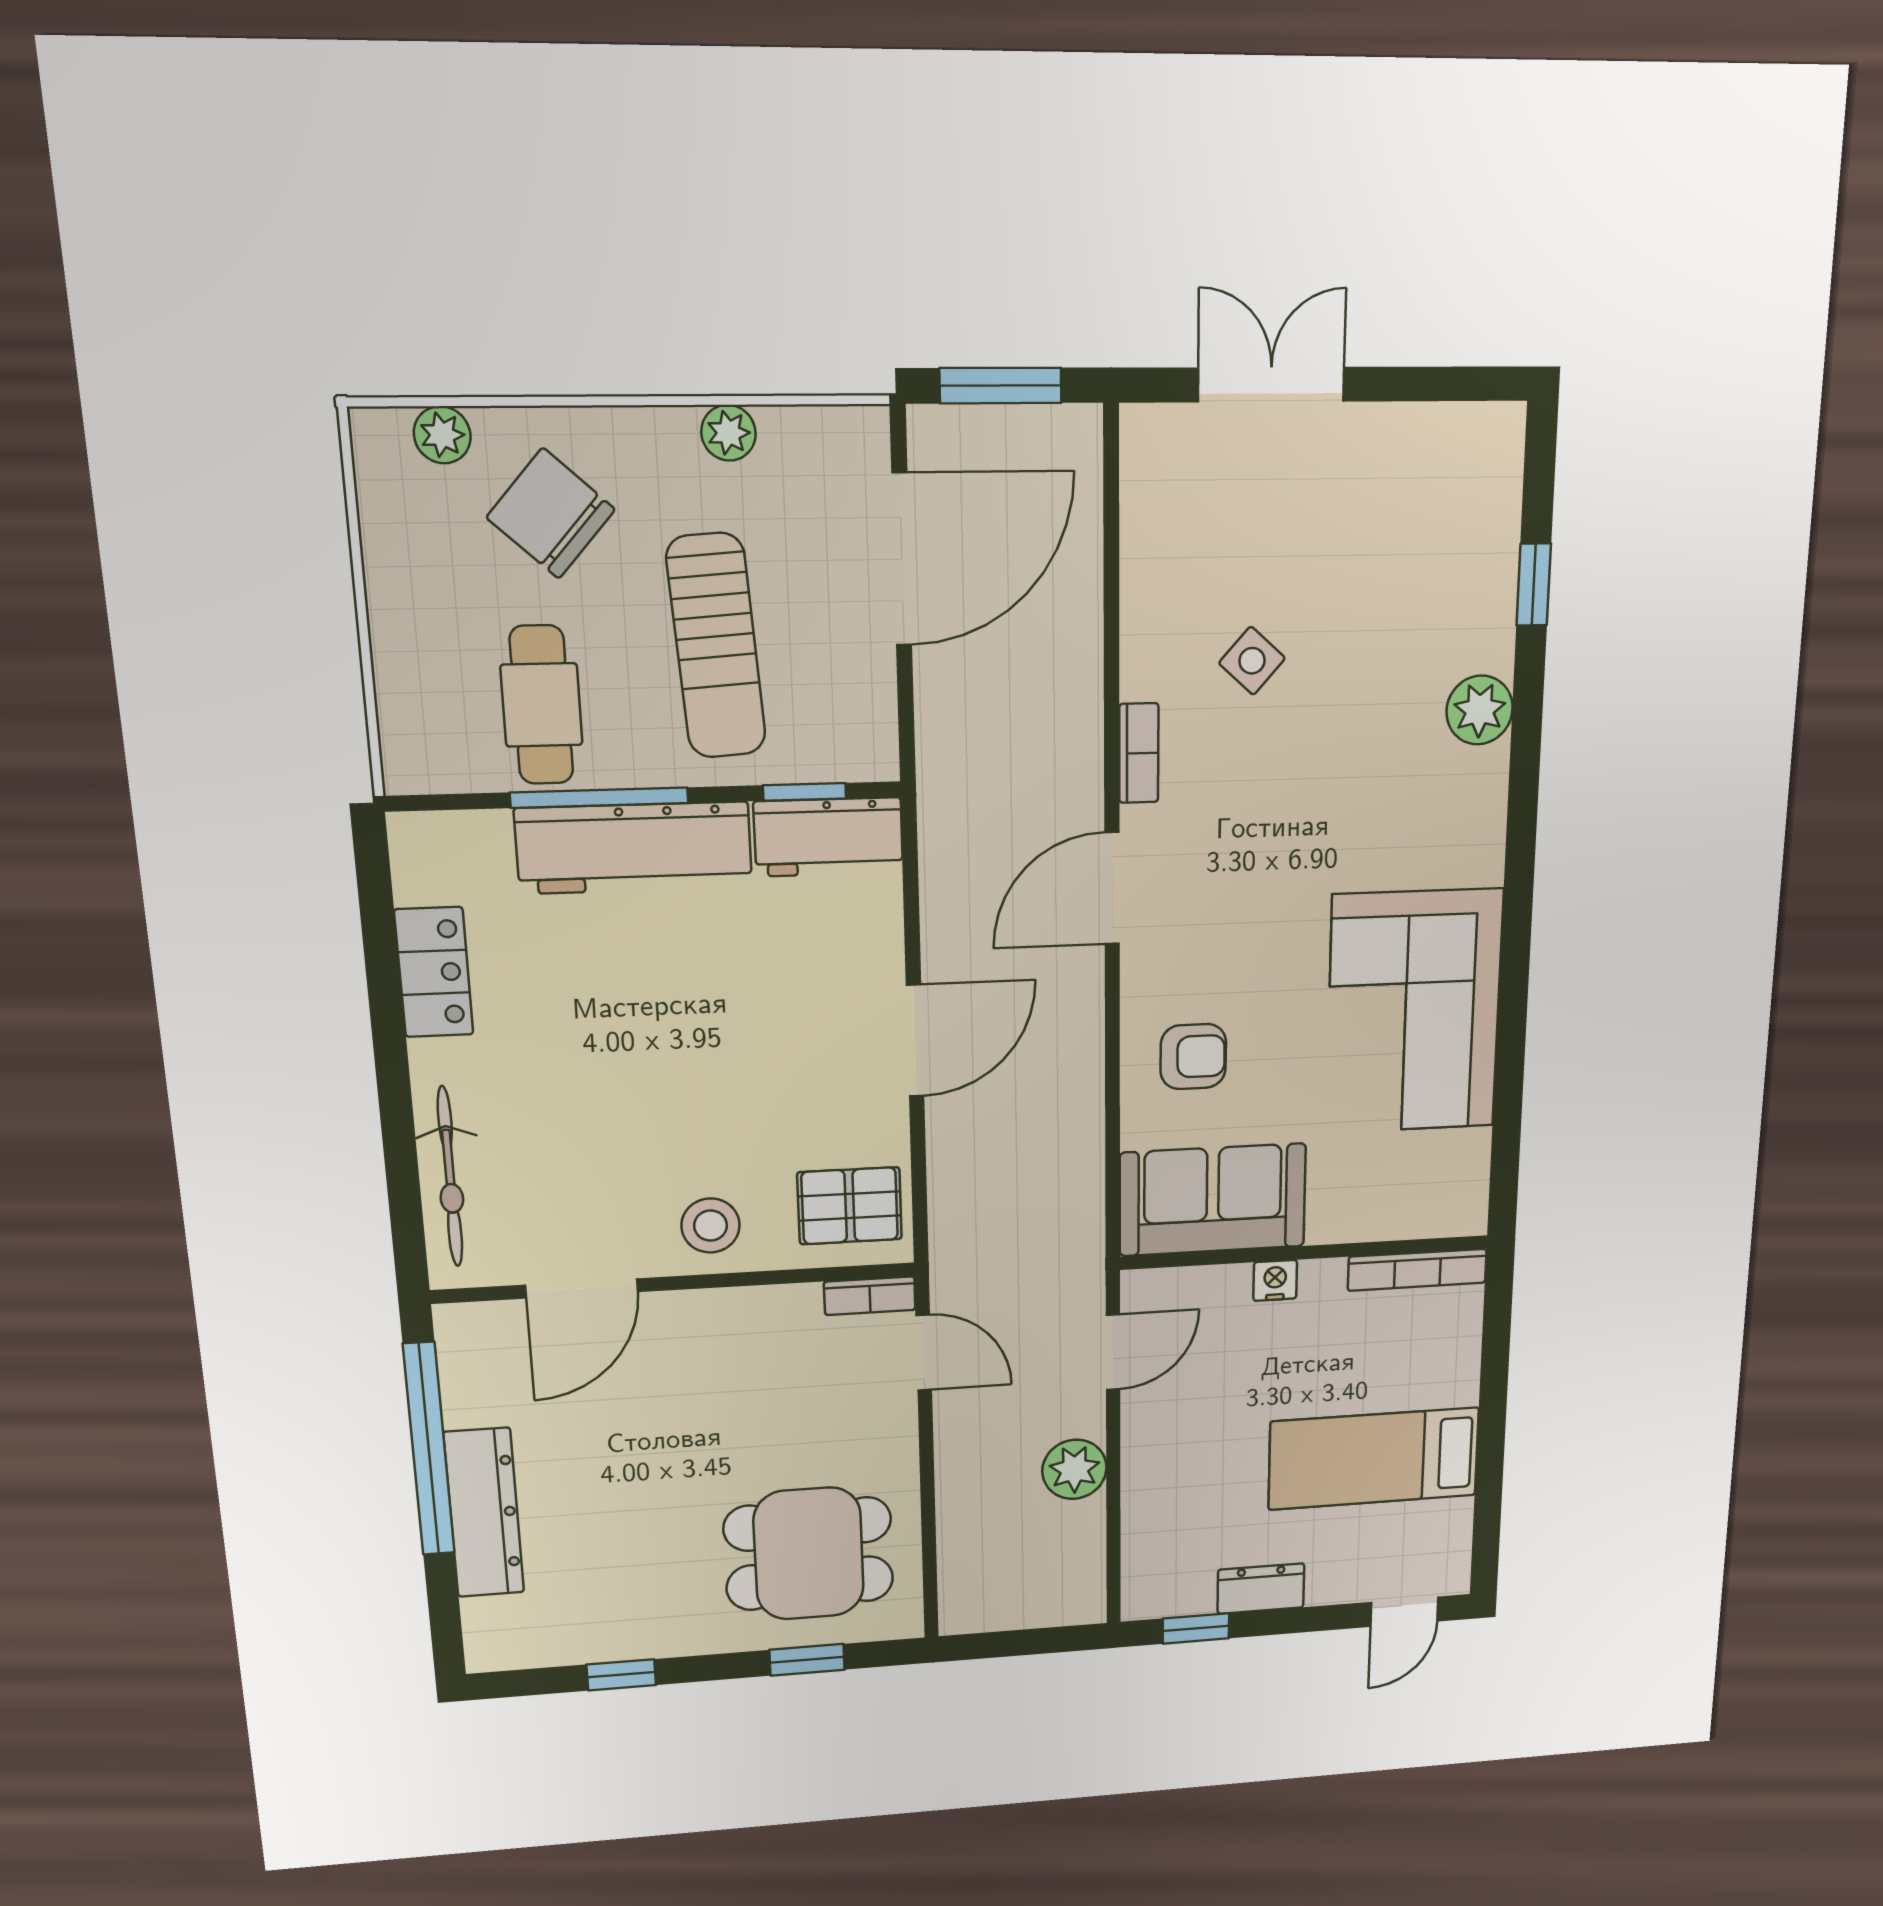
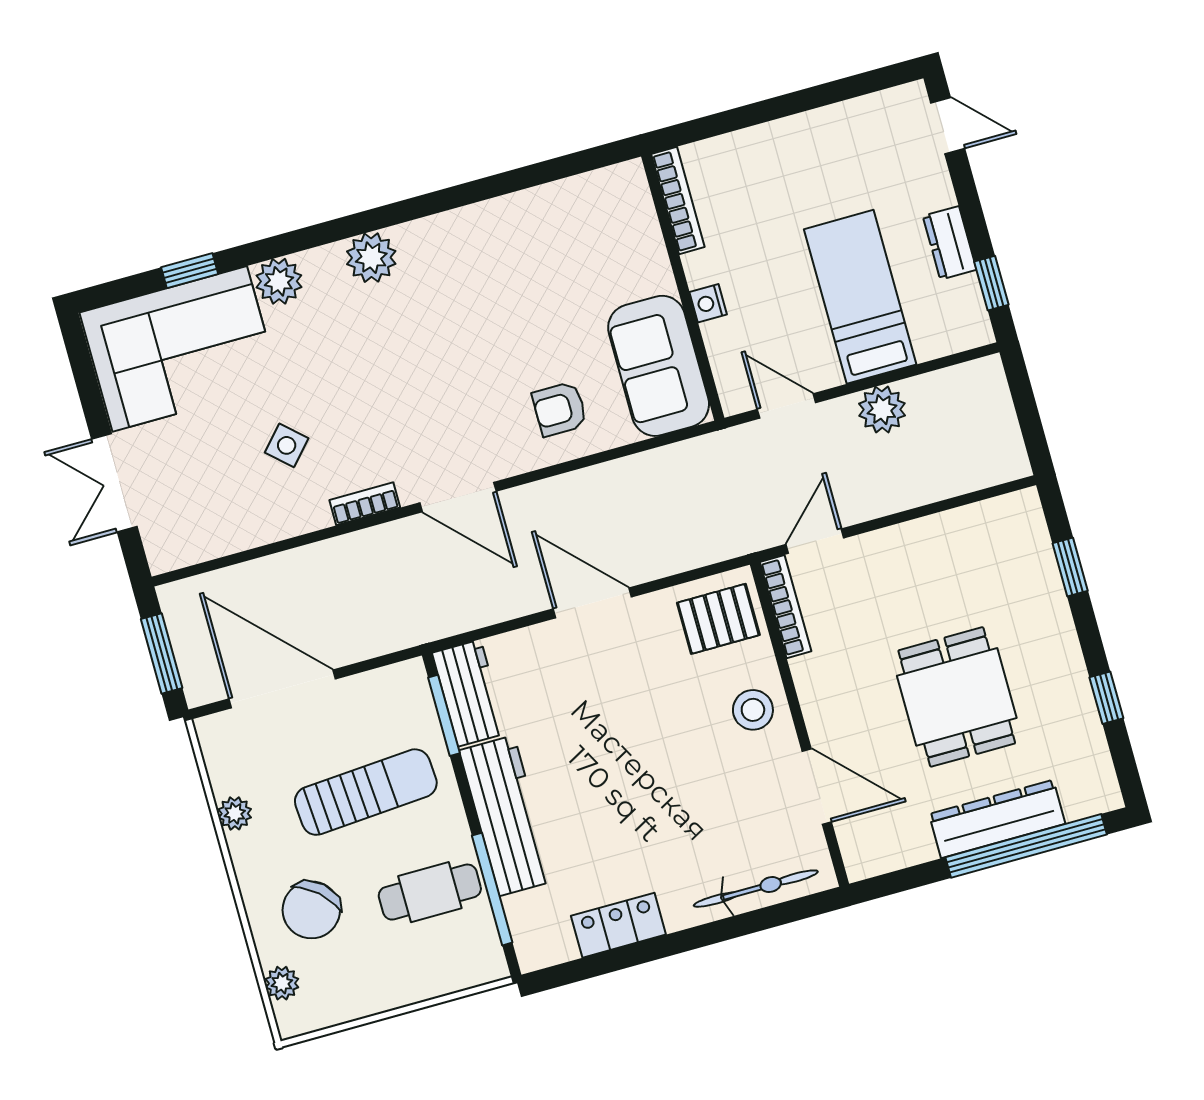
window: (805, 792) -> (444, 715), width x1.50
window: (599, 798) -> (492, 889), moved
plant: (1471, 848) -> (371, 258), added
corner sofa: (1414, 1012) -> (180, 349), moved
armchair: (1193, 1057) -> (560, 409), turned -90
pallet: (850, 1206) -> (718, 619), turned 90
bookcase: (870, 1296) -> (786, 607), width x1.56
window: (429, 1449) -> (1026, 846), moved
bed: (1374, 1459) -> (860, 297), moved, turned 180
dining table: (809, 1554) -> (957, 697), moved

